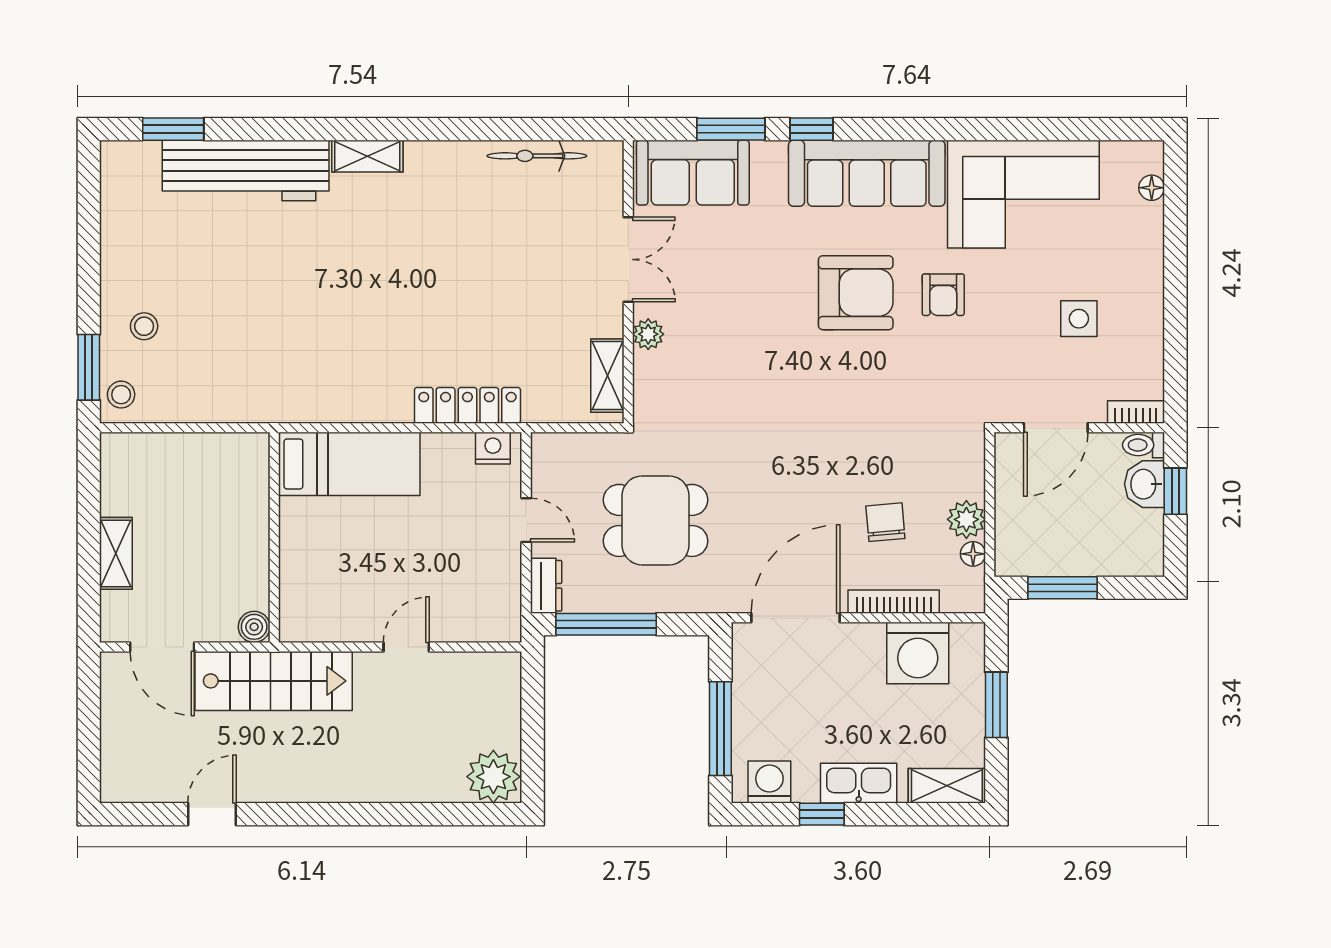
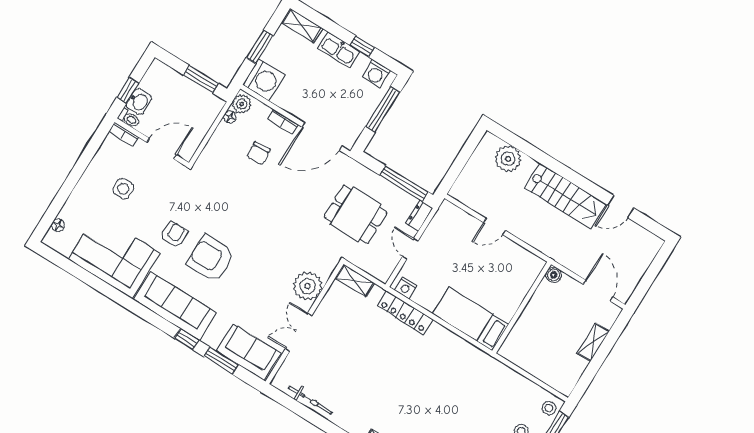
plant: (648, 334) -> (308, 286), width x1.87, depth x1.87
shelving: (607, 376) -> (355, 281), moved, turned 90
plant: (966, 519) -> (242, 104), moved
bookcase: (894, 602) -> (283, 122), width x0.64
washing machine: (918, 653) -> (264, 80), moved, turned 90
stairs: (274, 681) -> (565, 196), moved, turned 180
plant: (493, 777) -> (508, 159), moved

